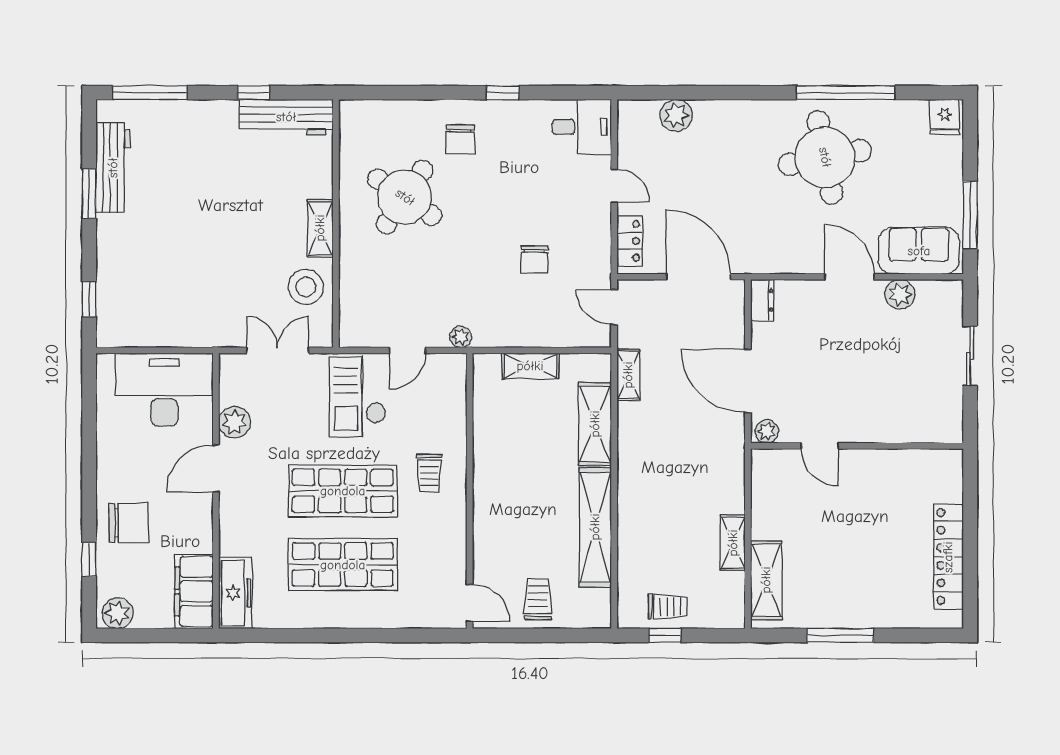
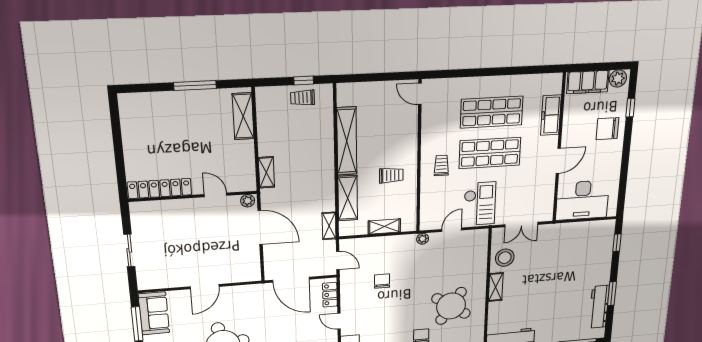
sofa: (919, 251) -> (154, 313), moved, turned -90
door: (849, 277) -> (205, 287), hinge flipped
plant: (900, 294) -> (174, 280), removed
dresser: (762, 300) -> (254, 271), removed
plant: (235, 422) -> (547, 186), removed
shelving: (733, 543) -> (266, 172), moved
locker: (948, 557) -> (160, 189), moved, turned -90
filing cabinet: (194, 591) -> (588, 82), moved, turned 90
freezer: (235, 593) -> (551, 115), moved
trolley: (538, 599) -> (391, 175), moved, turned -90

